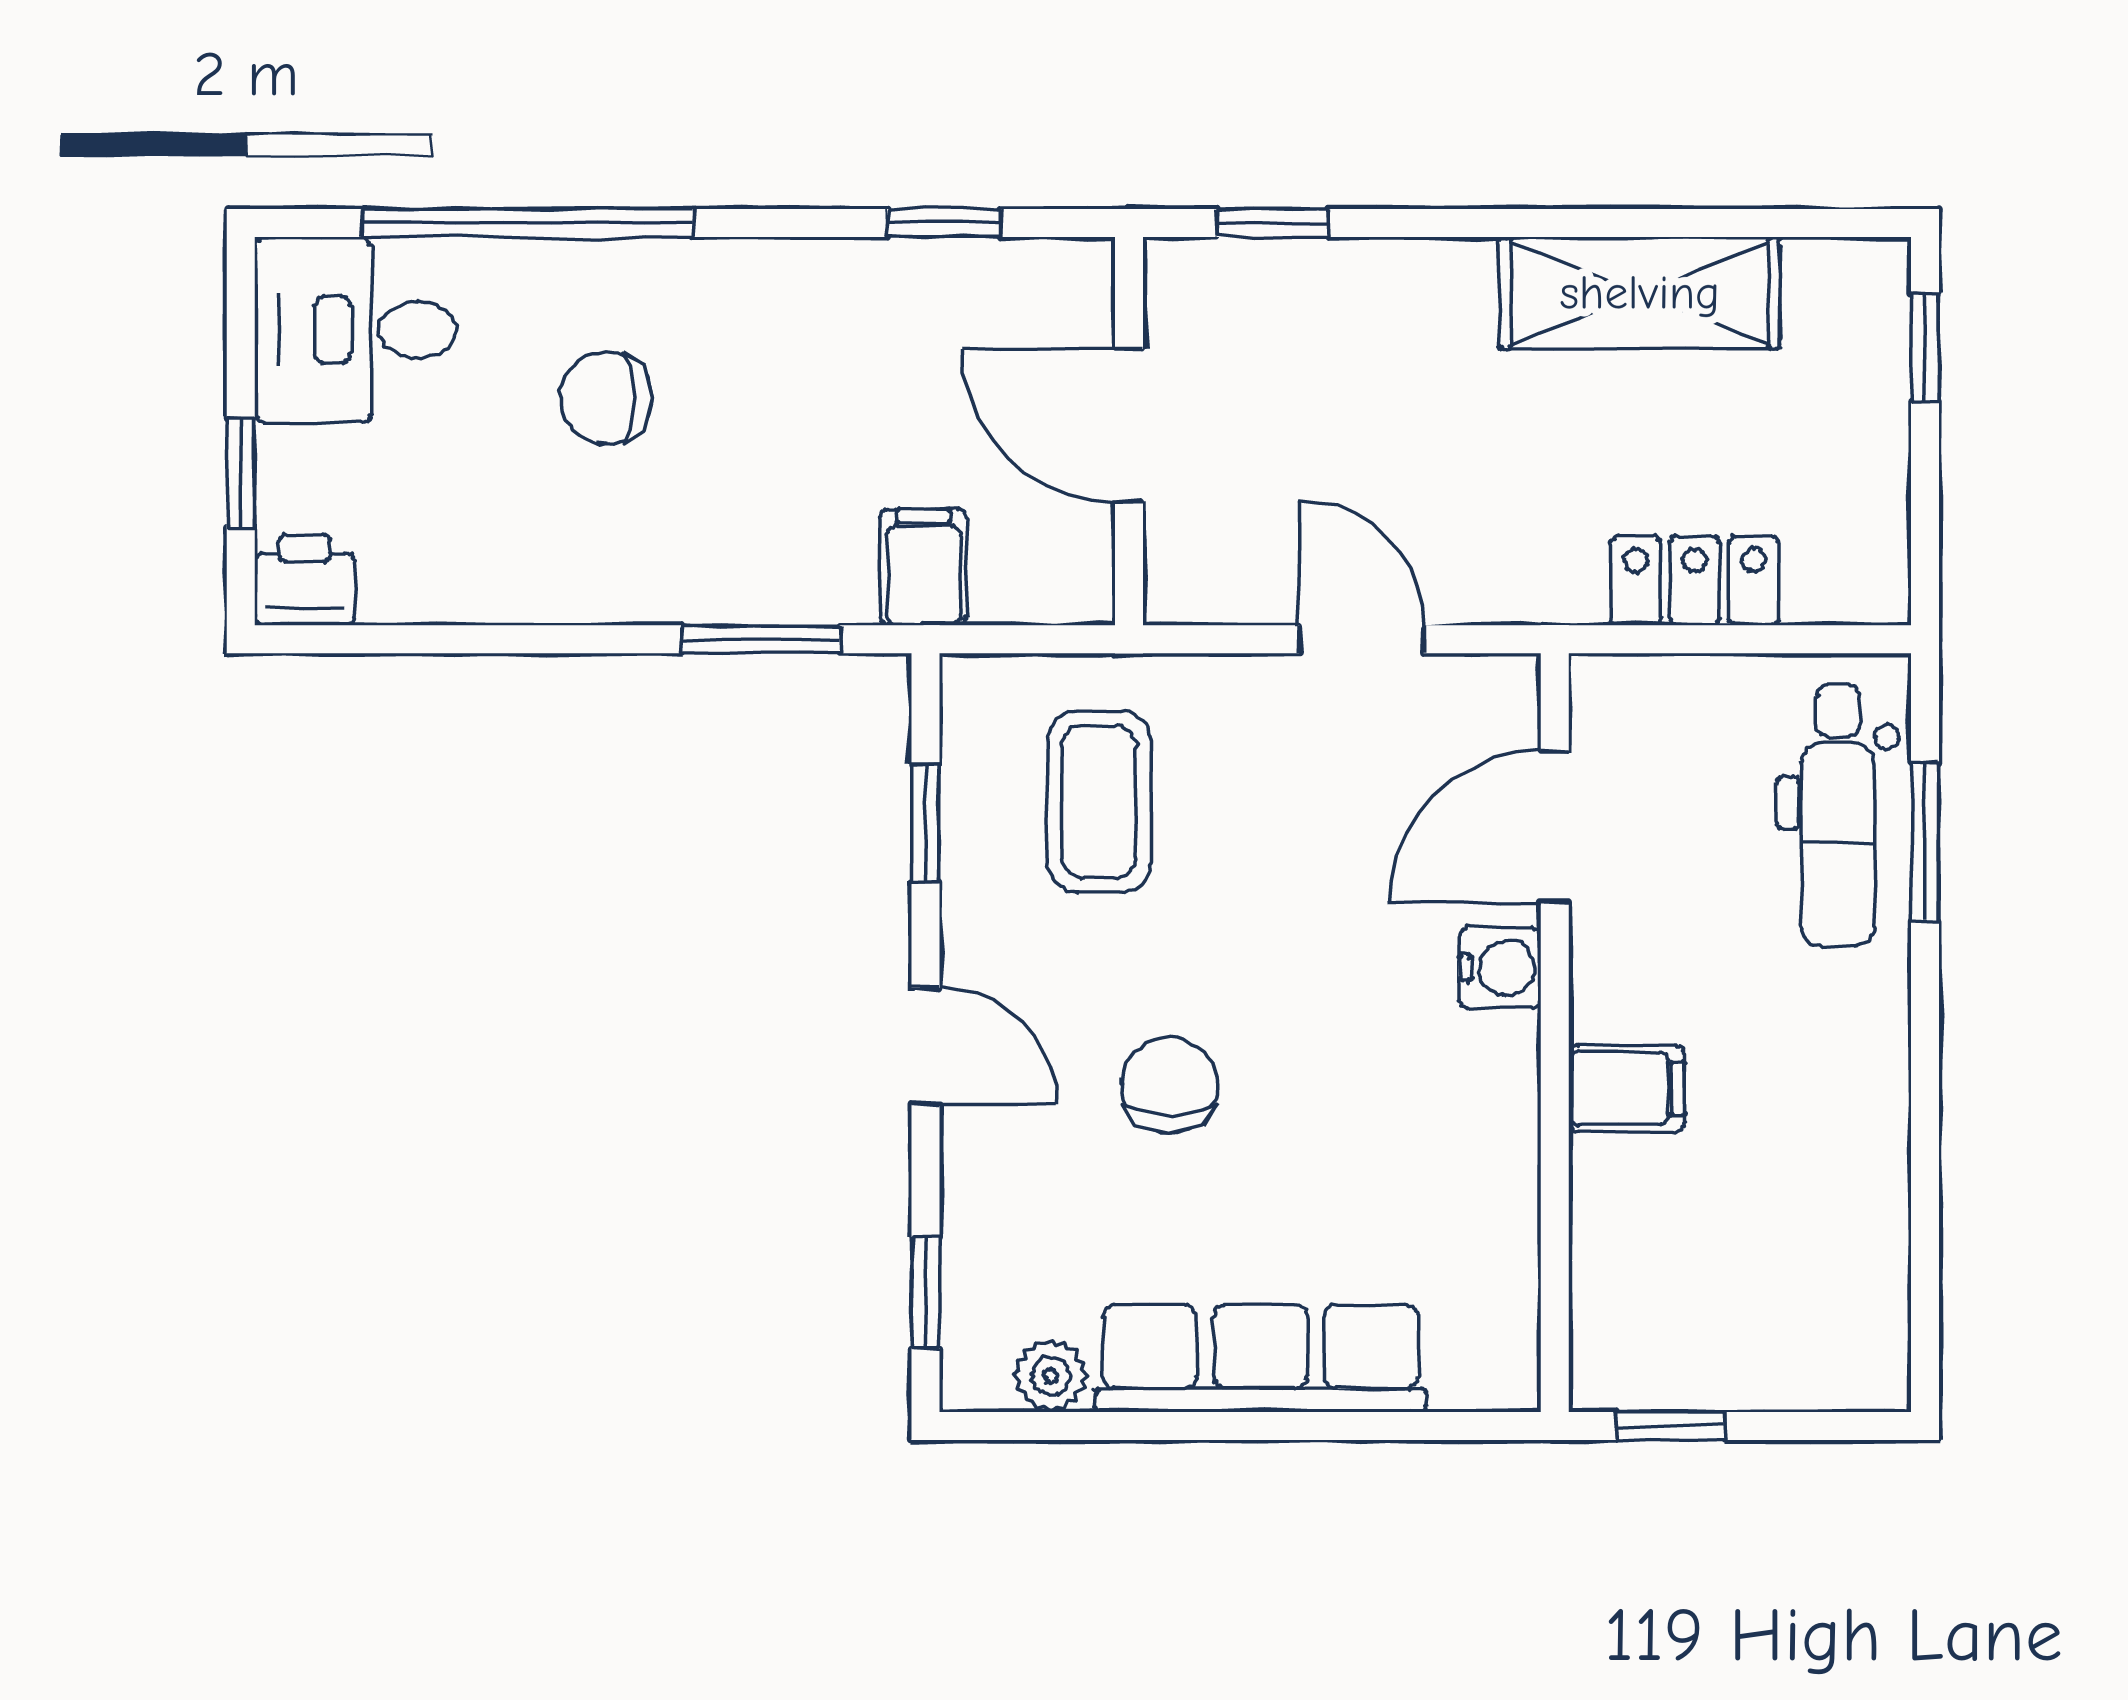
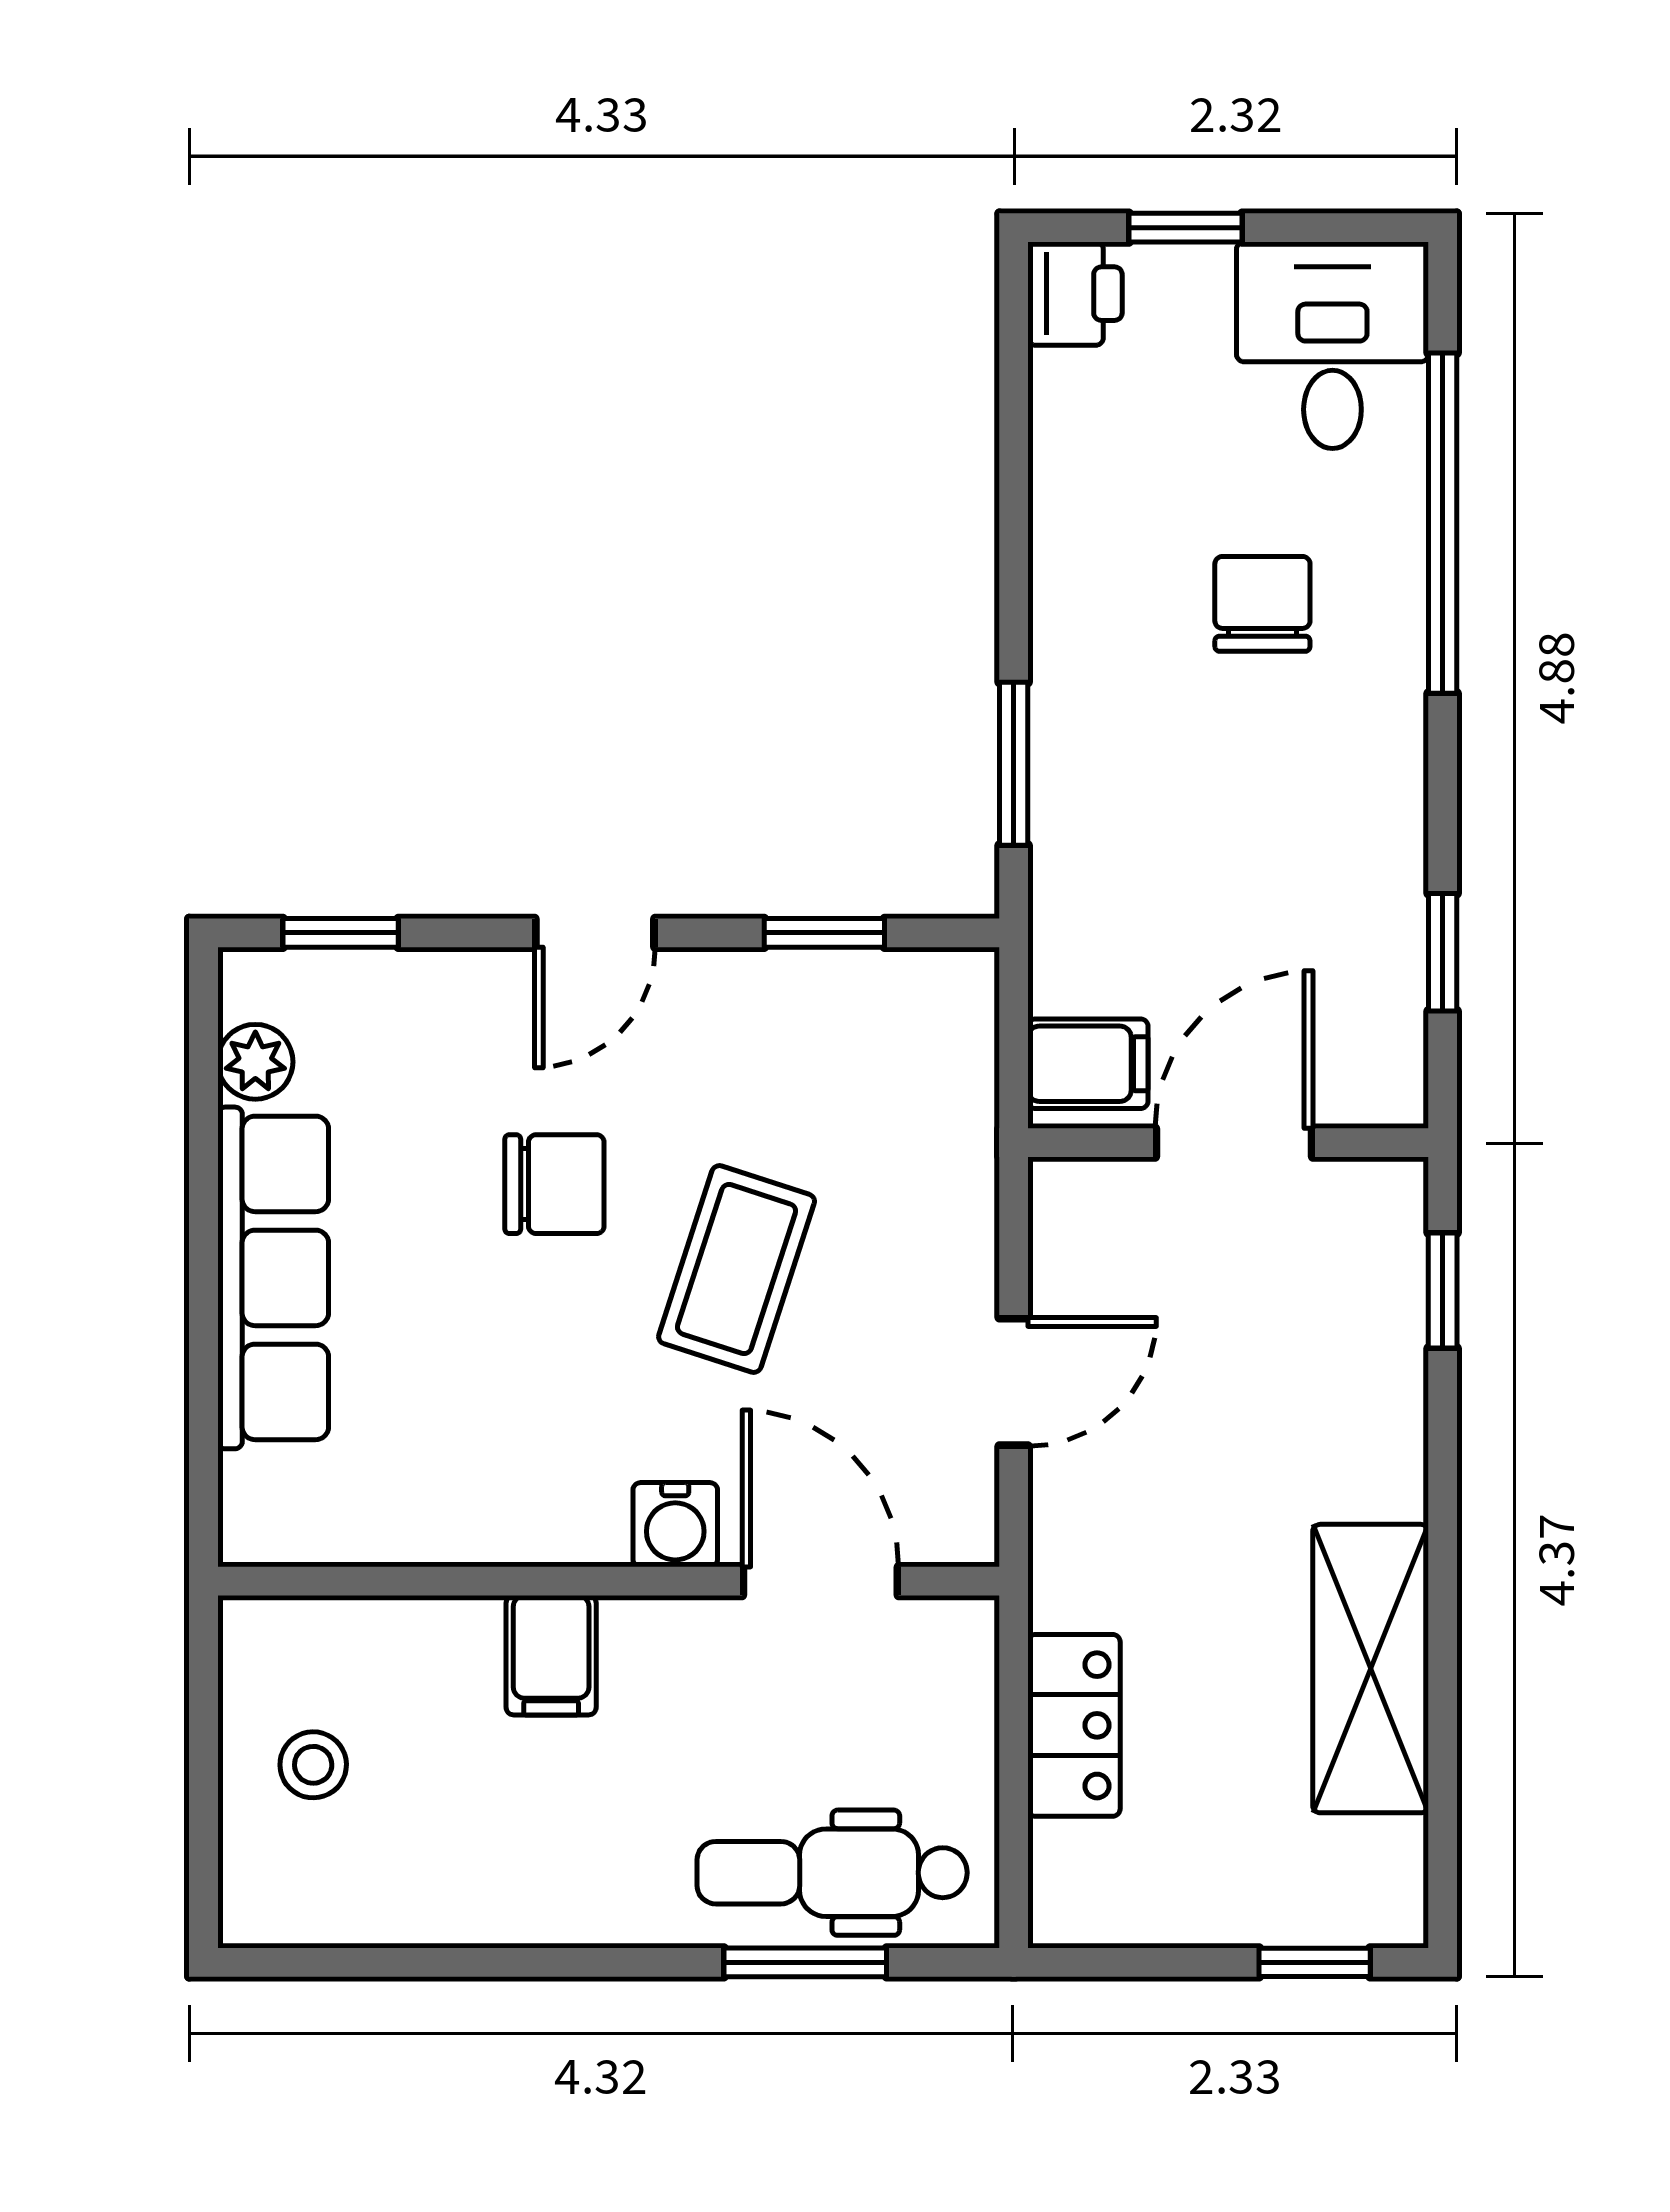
filing cabinet: (924, 567) -> (1088, 1064), moved
coffee table: (1099, 802) -> (737, 1269), moved, turned -72
stool: (1733, 1319) -> (313, 1765), added
window: (1670, 1426) -> (204, 1700), removed

